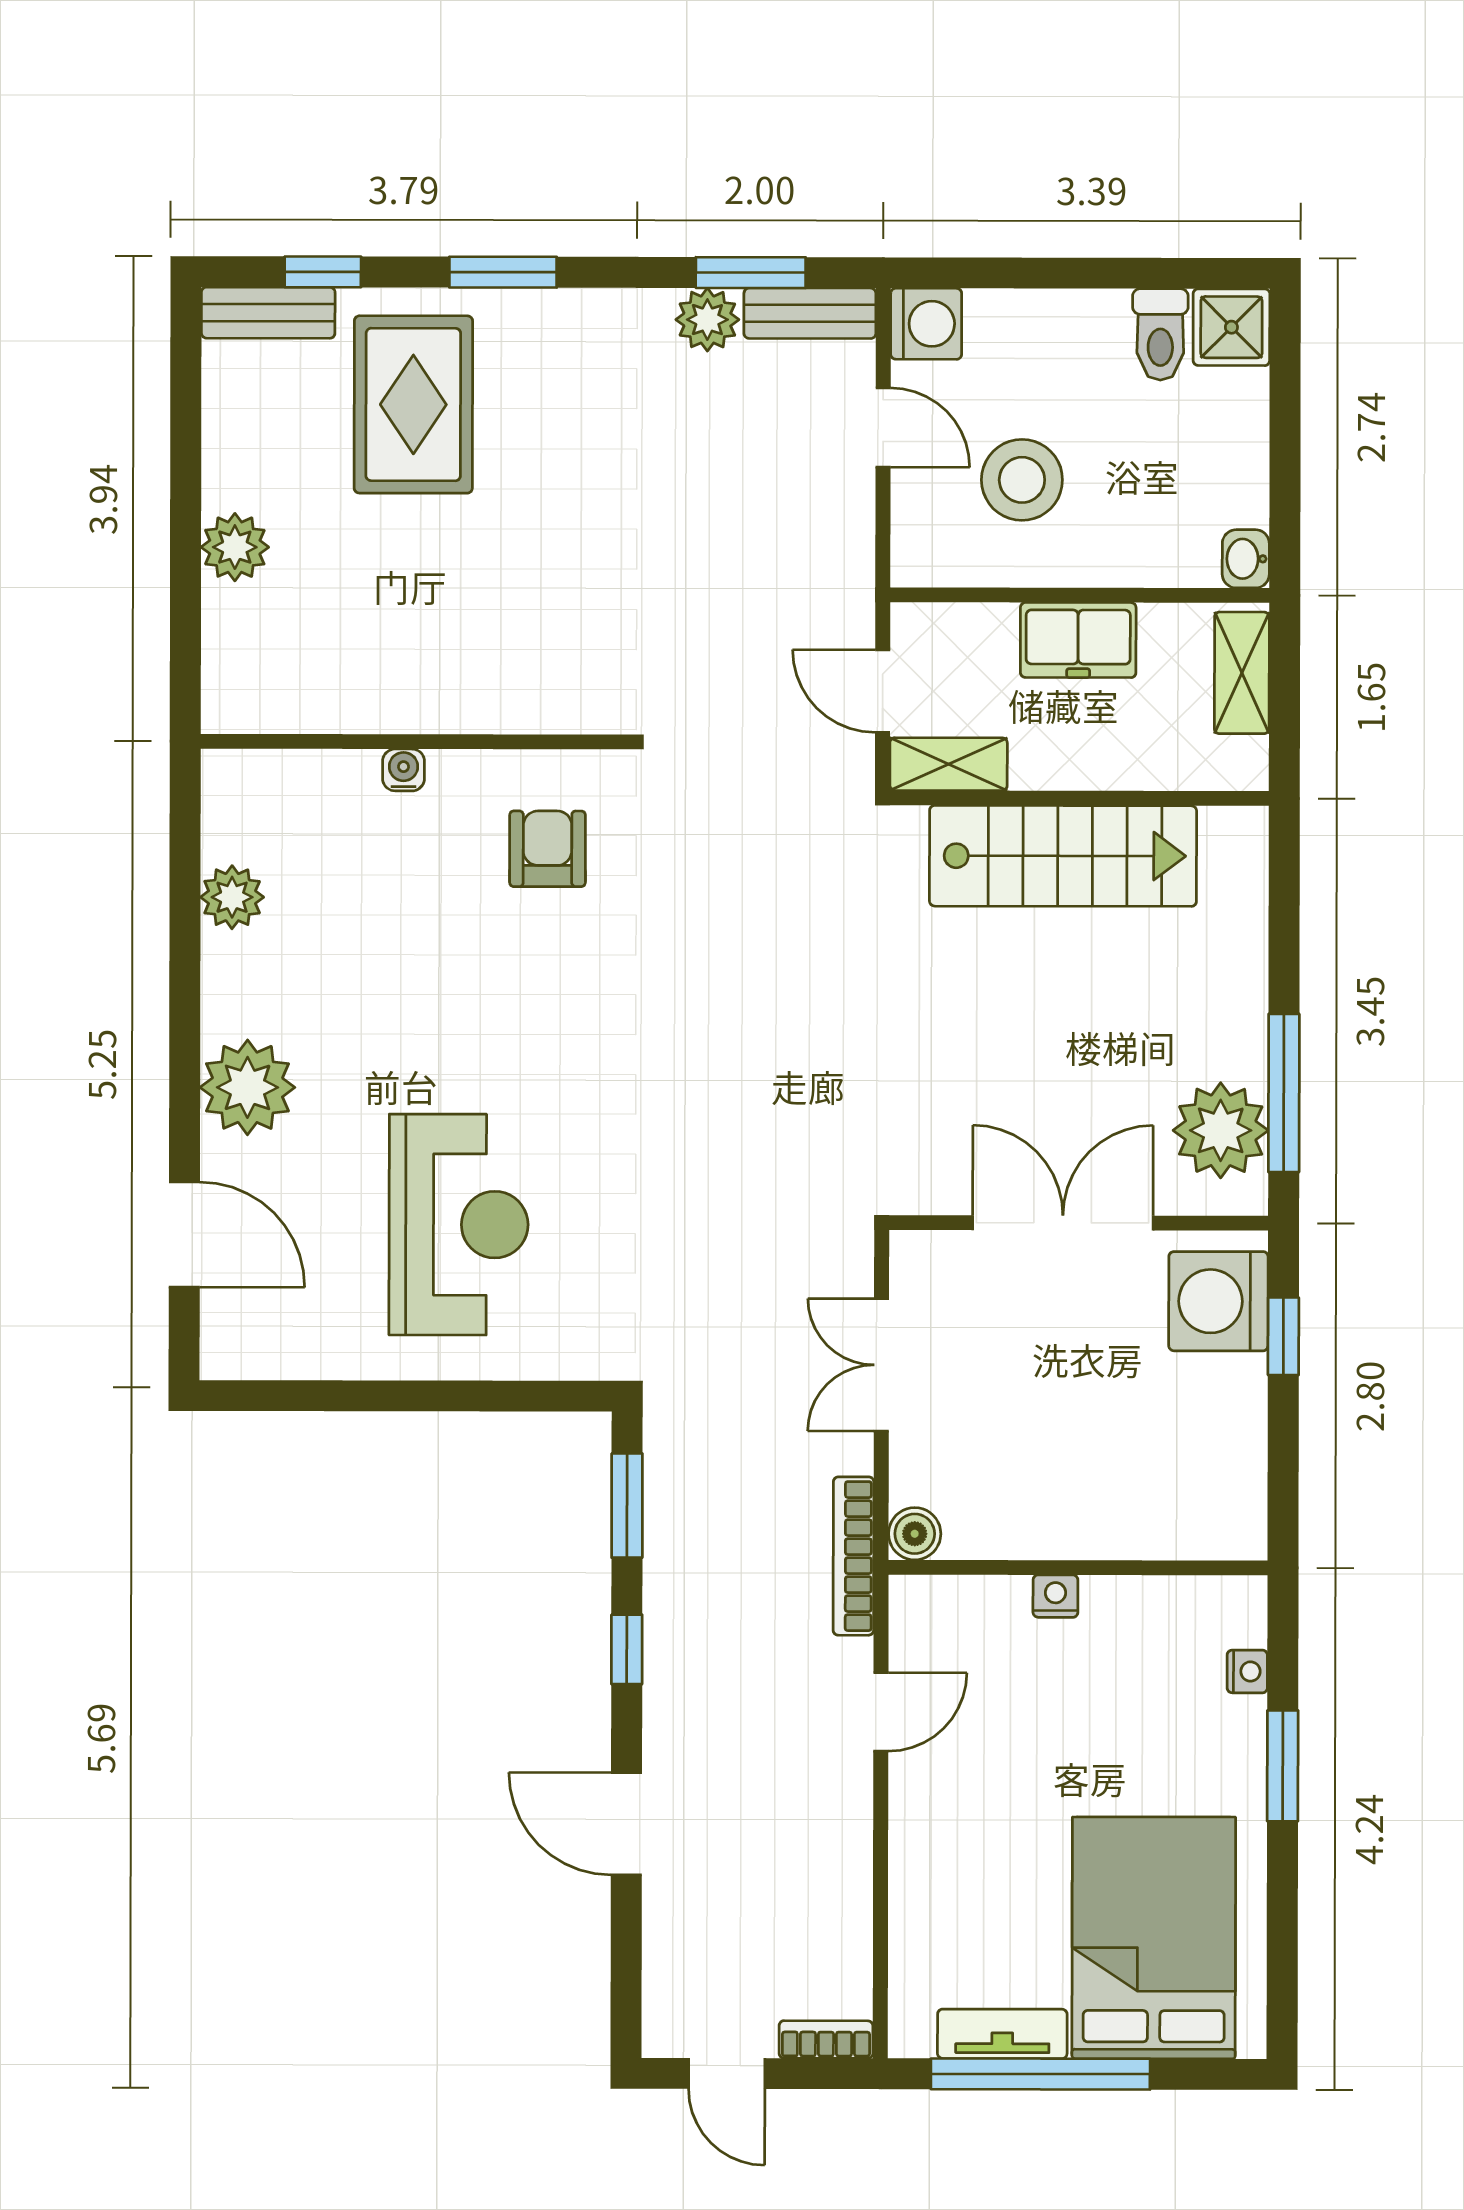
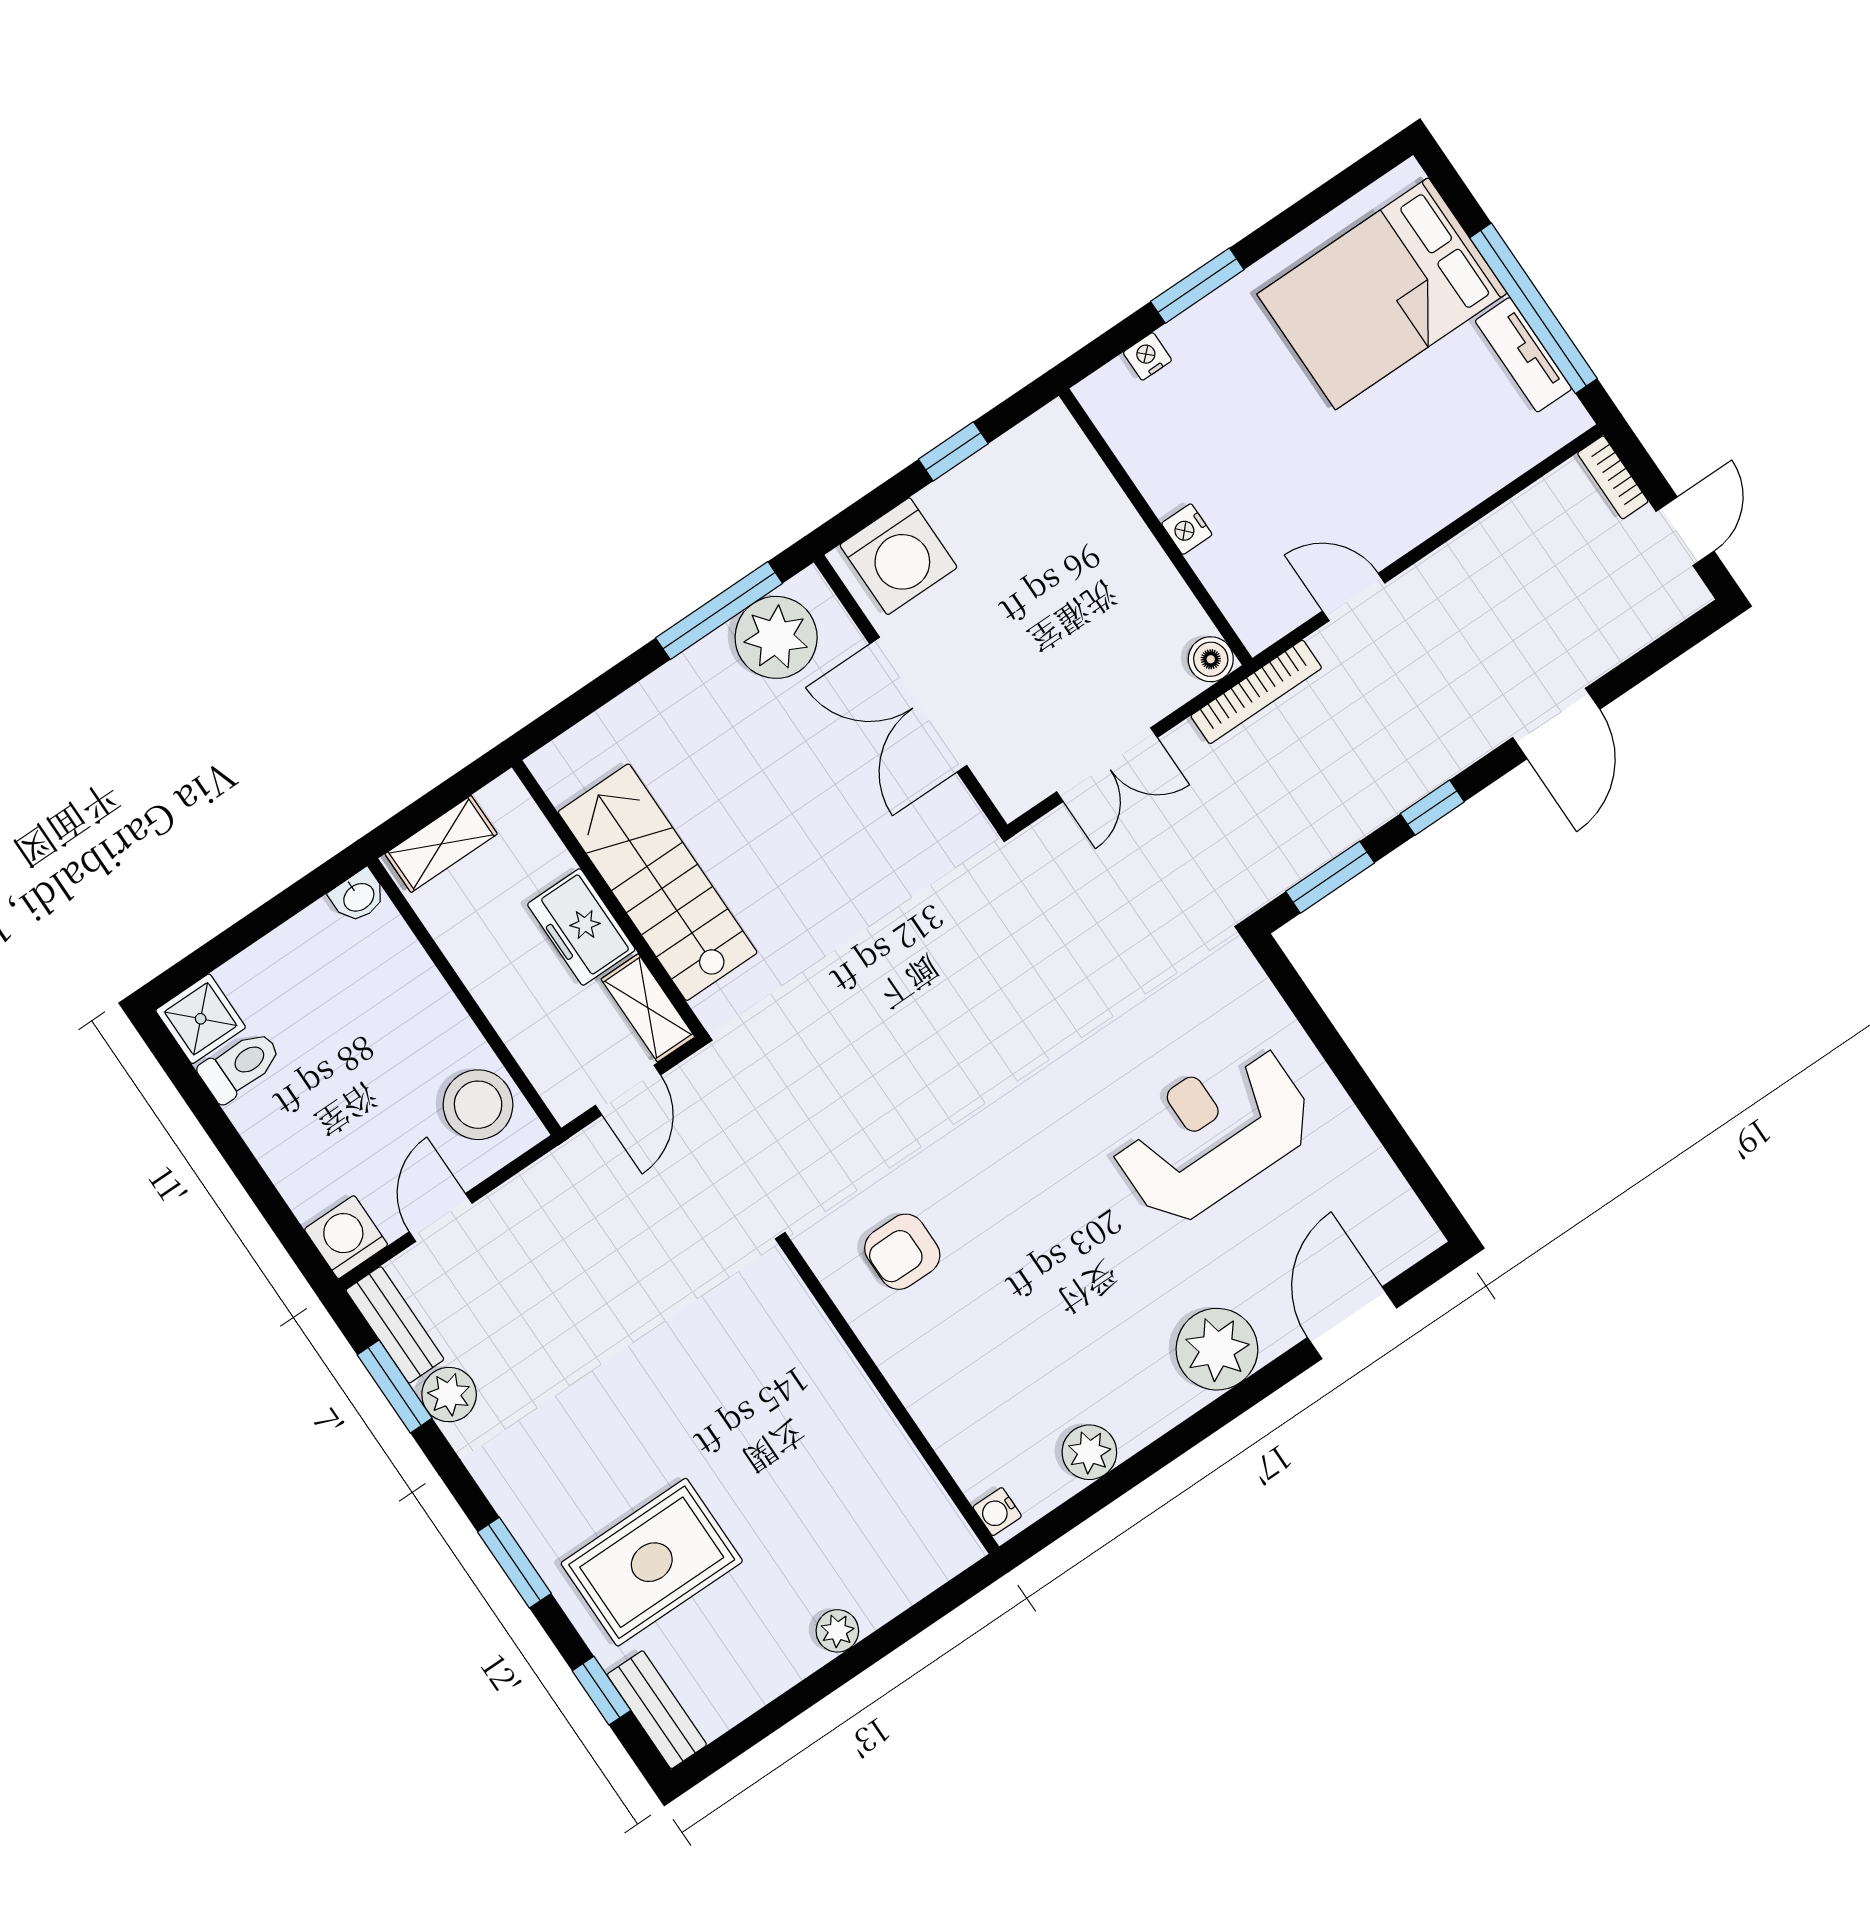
stool: (1022, 480) -> (478, 1105), moved
plant: (235, 547) -> (837, 1631), width x0.73, depth x0.73
freezer: (1078, 640) -> (581, 927), moved, turned 180
water cooler: (403, 770) -> (997, 1512), moved
window: (1283, 1336) -> (953, 451), moved

